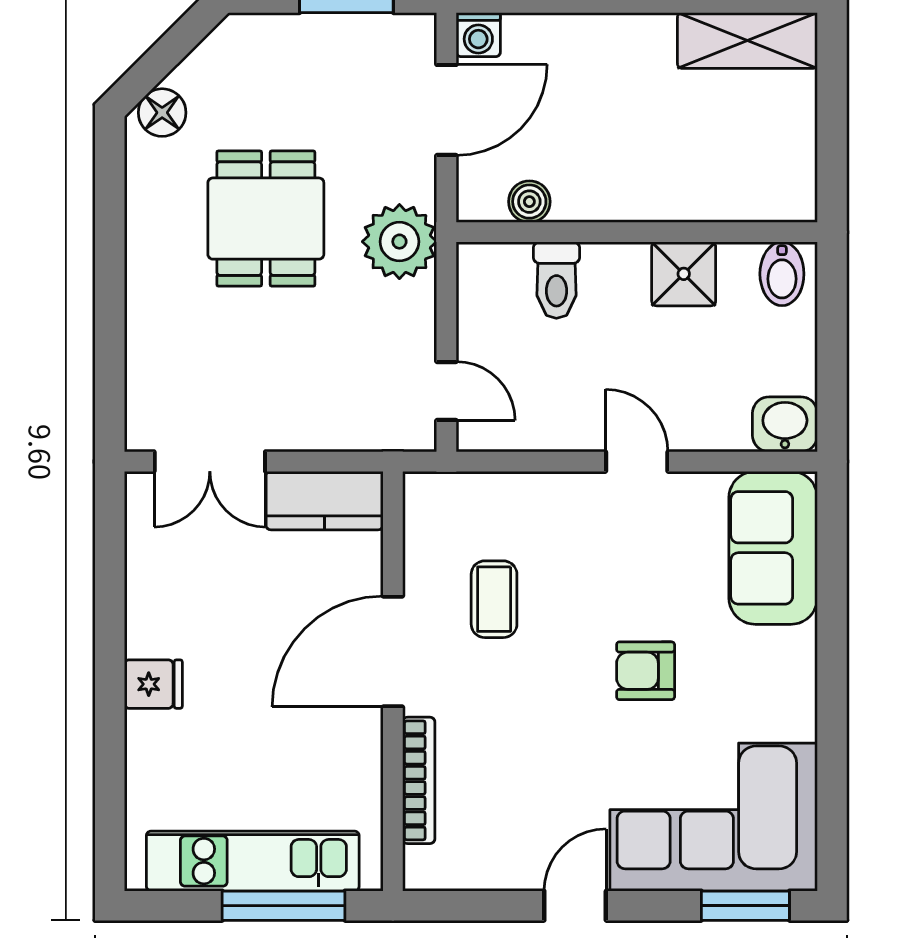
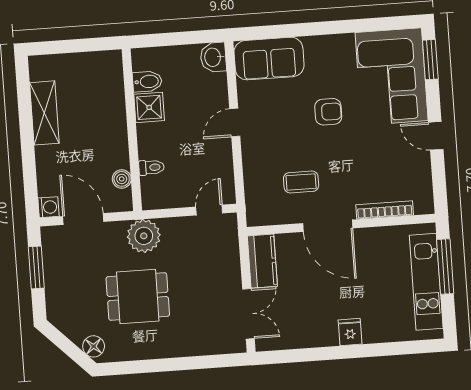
shelving: (747, 41) -> (44, 113), moved
bidet: (782, 274) -> (147, 82), moved
toilet: (556, 280) -> (151, 167), width x0.73, depth x0.72
armchair: (646, 671) -> (328, 112), turned -90

